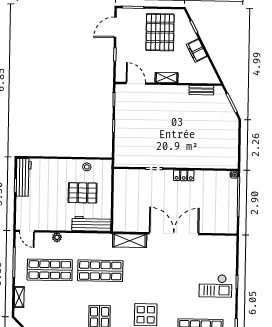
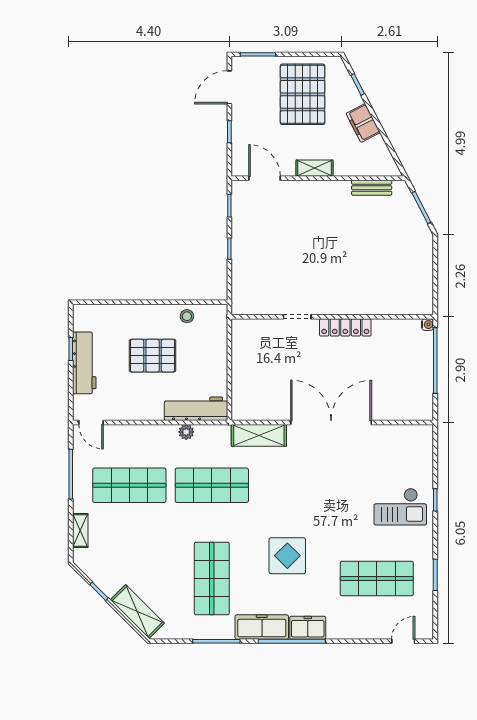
locker: (184, 175) -> (345, 327), width x1.53
workbench: (24, 177) -> (84, 363), moved
pallet: (83, 193) -> (153, 356), moved
plant: (57, 237) -> (186, 432), moved

